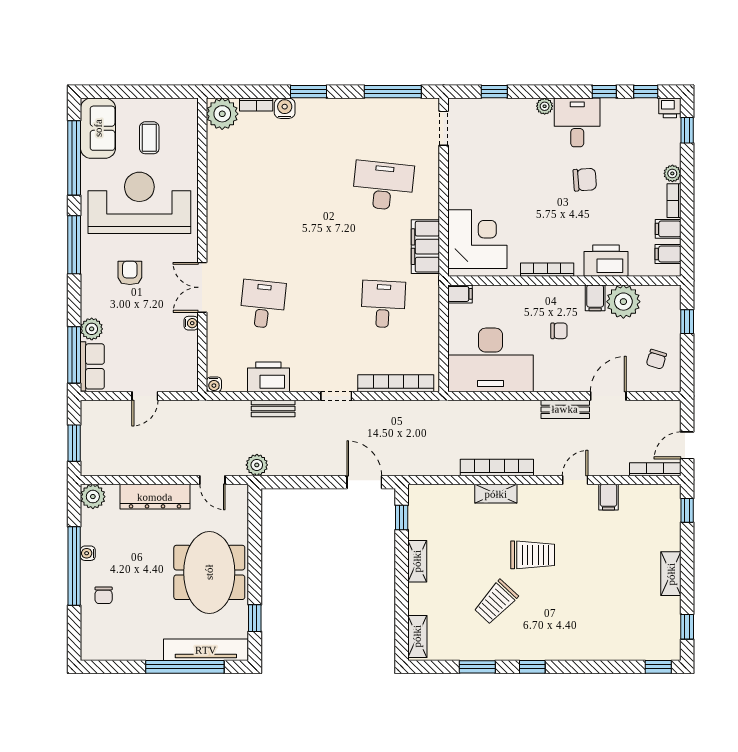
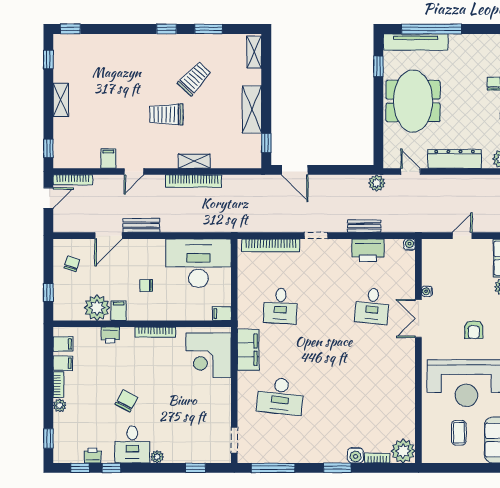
printer: (670, 108) -> (93, 456), moved
chair: (585, 180) -> (127, 401), turned 122
printer: (606, 261) -> (110, 335), width x0.53, depth x0.68
double door: (202, 287) -> (418, 319), swing flipped
shelving: (417, 561) -> (252, 109), width x1.50, depth x1.33

